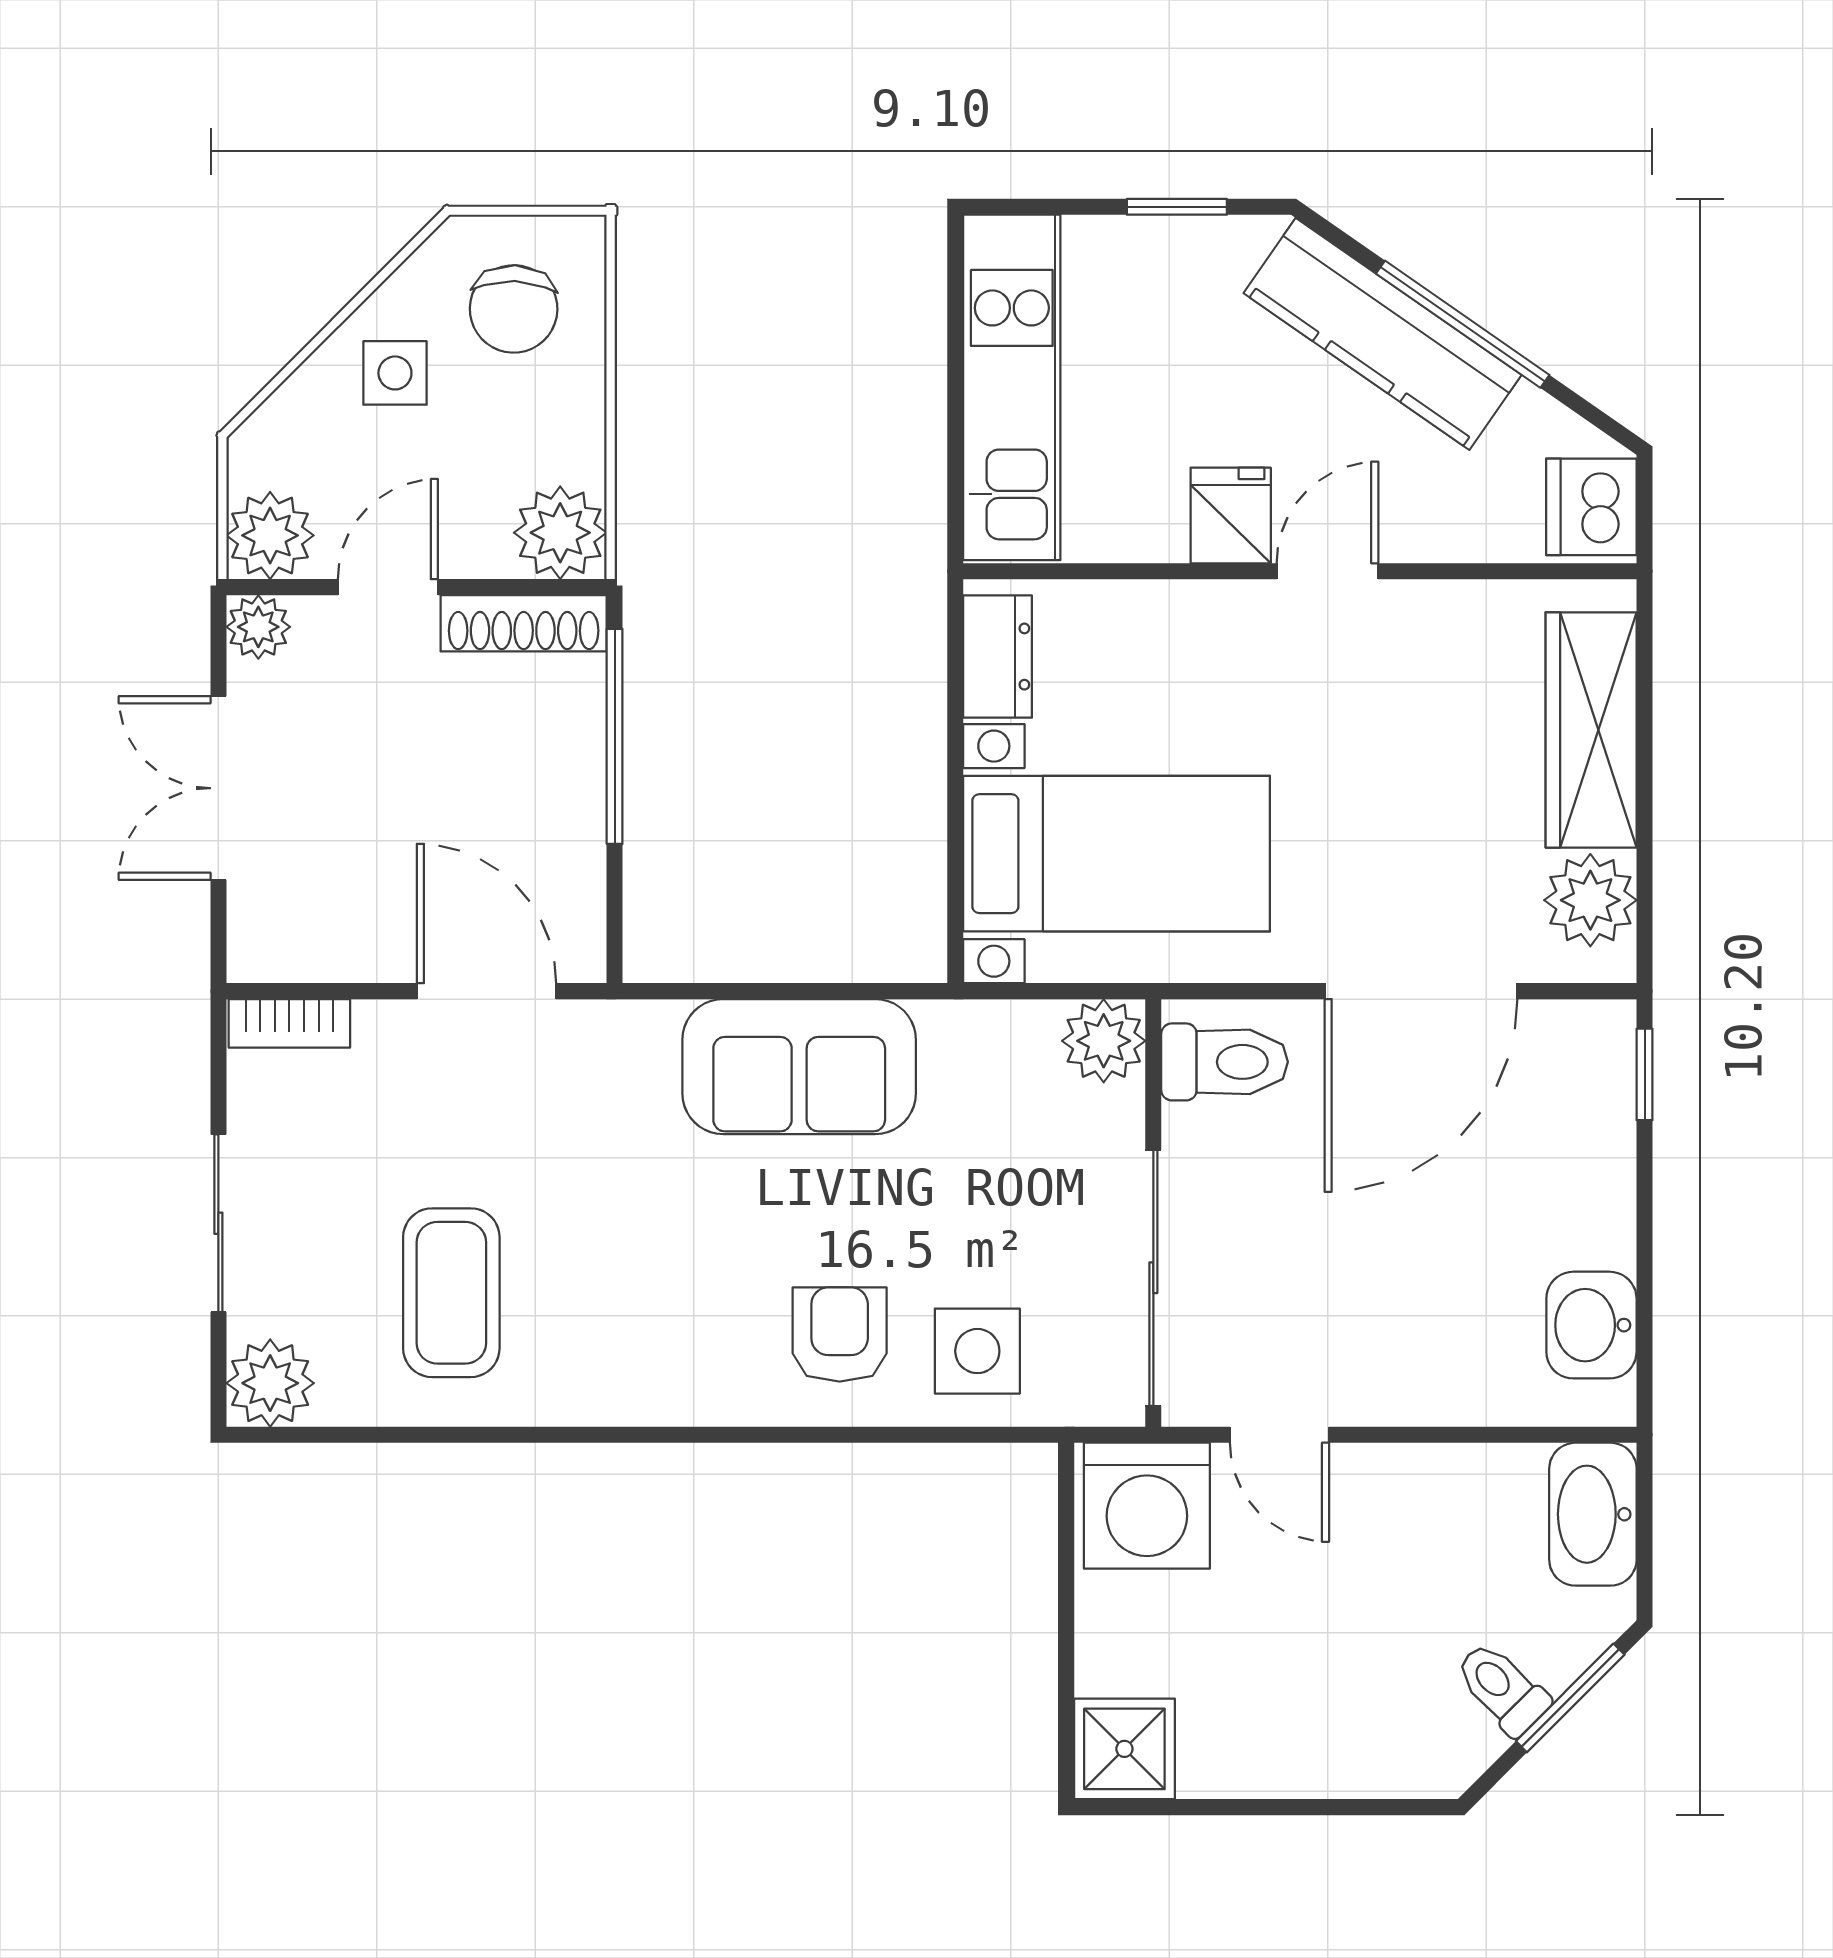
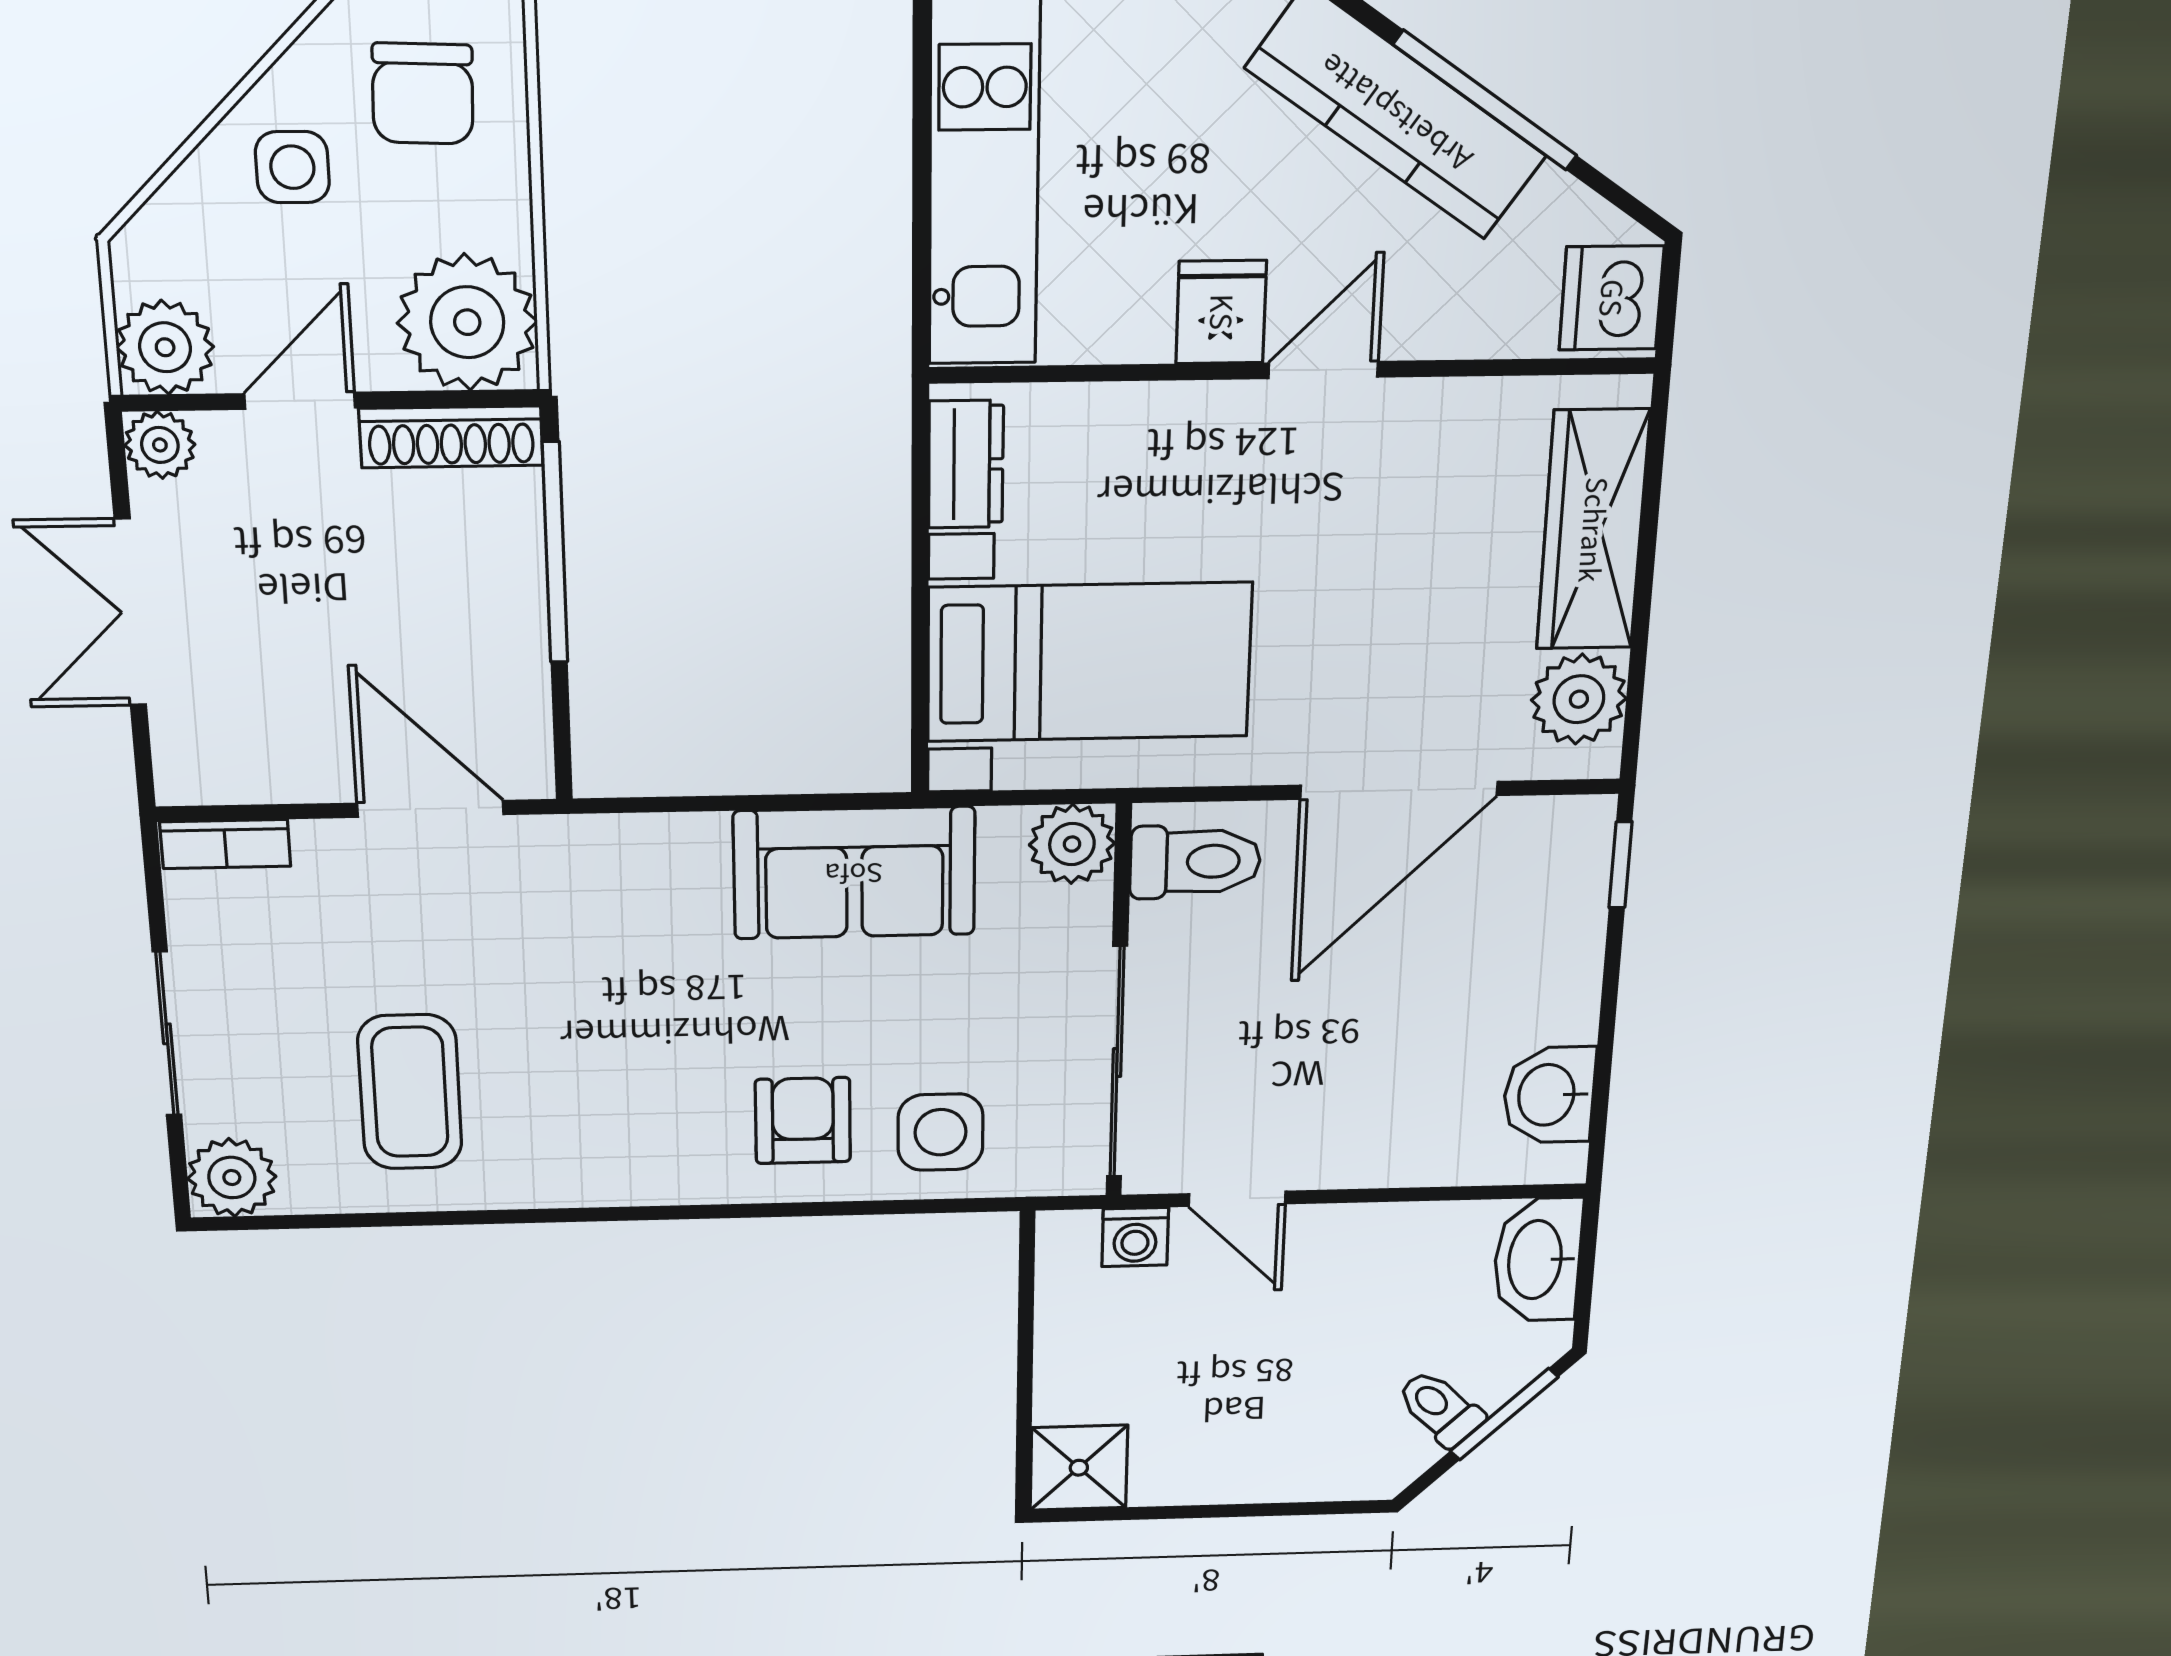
plant: (560, 533) -> (467, 322), width x1.36, depth x1.36
sofa: (799, 1067) -> (854, 873), moved
washing machine: (1147, 1506) -> (1135, 1237), width x0.53, depth x0.53

